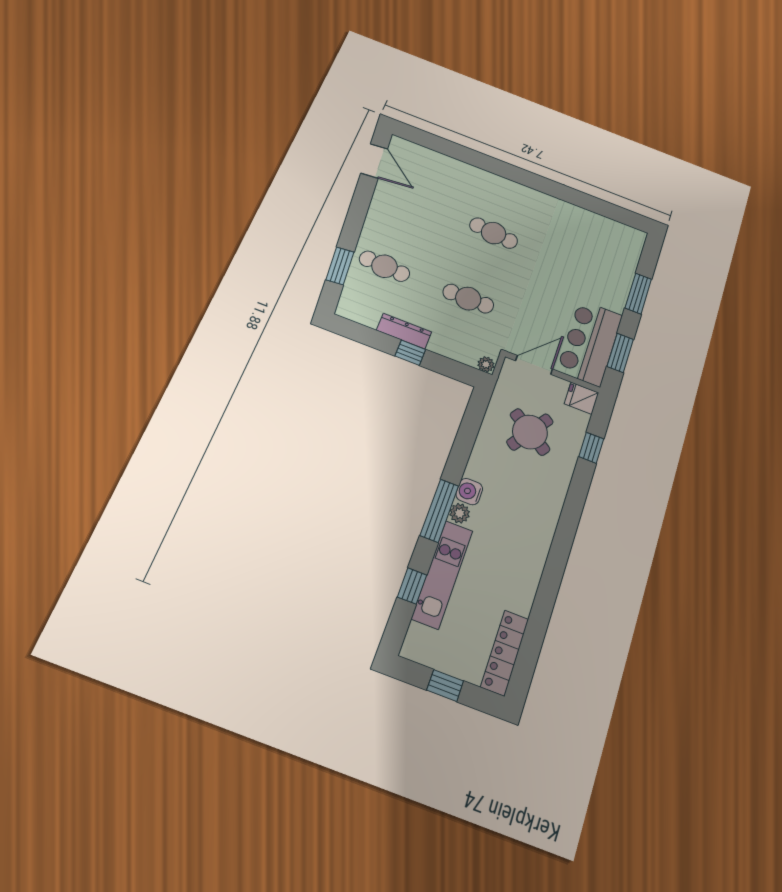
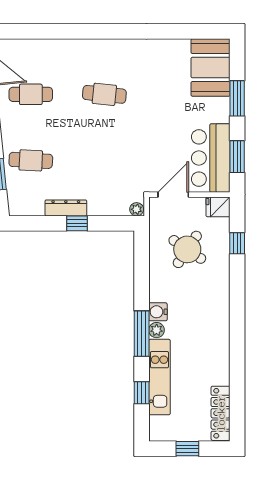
booth: (619, 252) -> (211, 68), added
cafe table: (468, 299) -> (31, 94), moved

